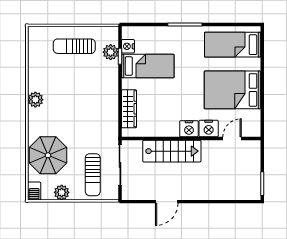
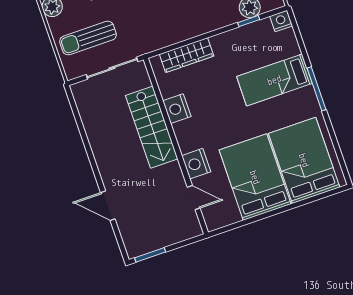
bed: (233, 45) -> (304, 160), width x1.50
nightstand: (128, 46) -> (281, 21), moved
bed: (148, 66) -> (274, 80), moved, turned 90
nightstand: (189, 129) -> (177, 109), moved
door: (167, 202) -> (108, 206), moved

